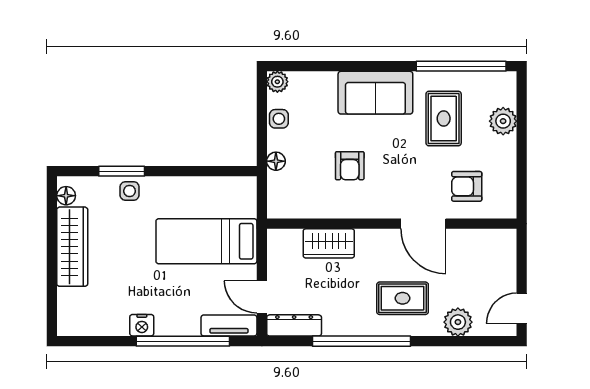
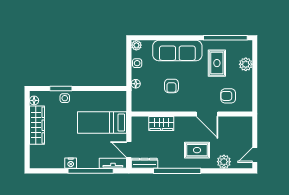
sofa: (375, 93) -> (177, 51), width x1.36

